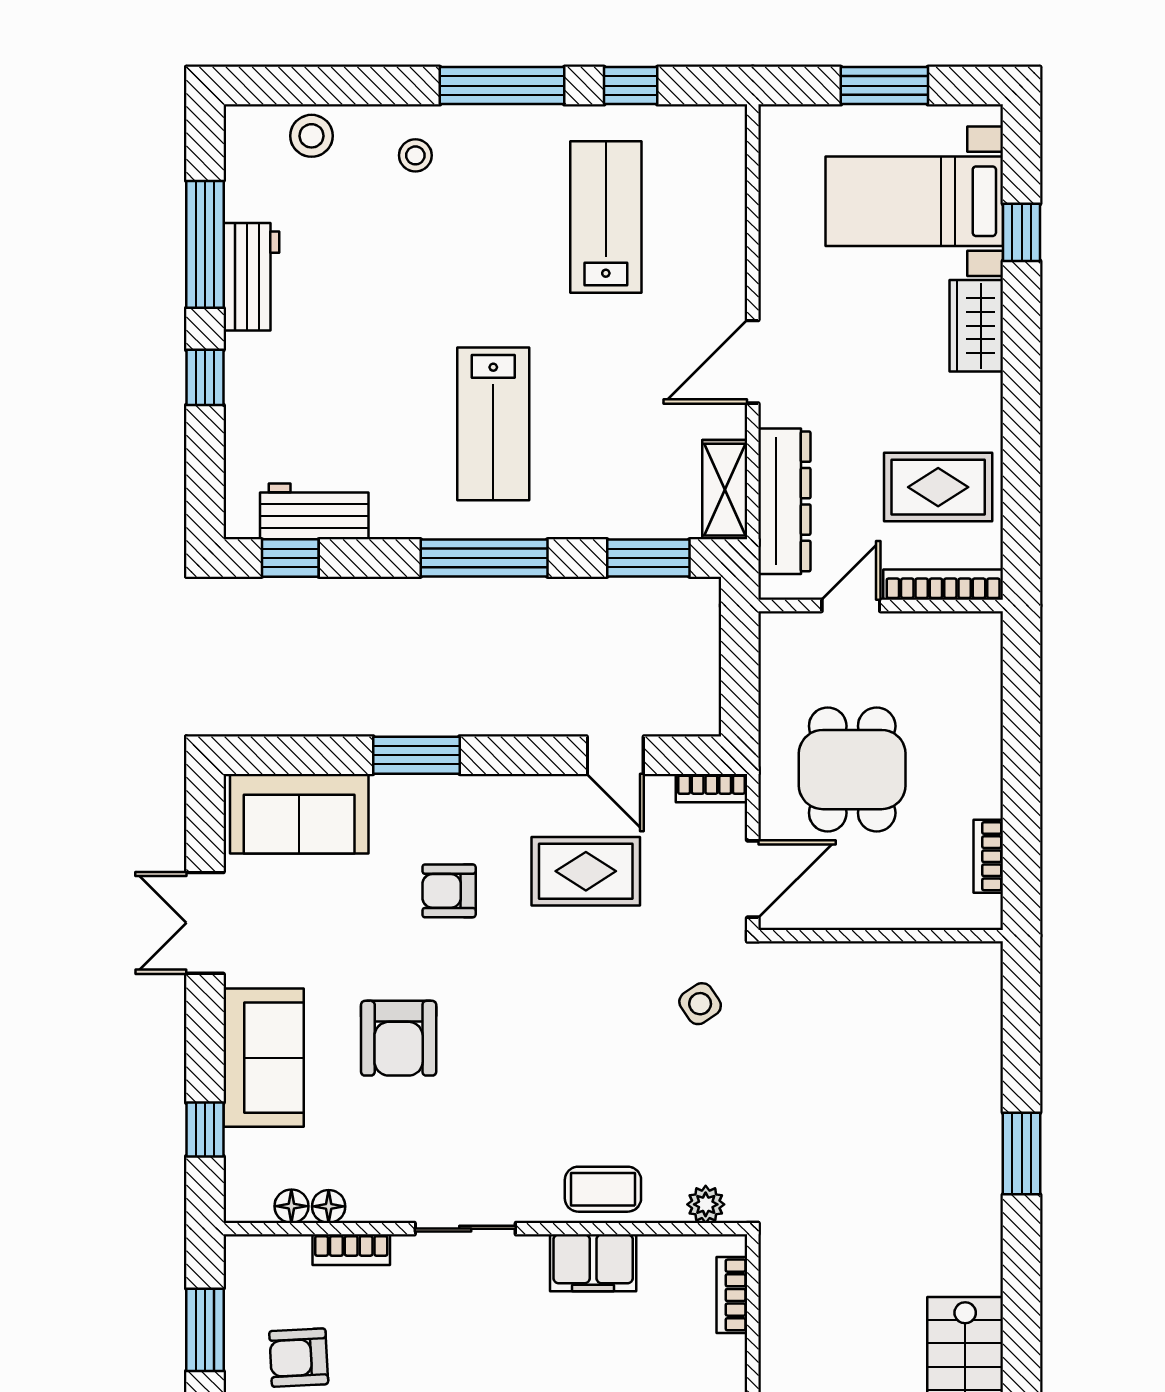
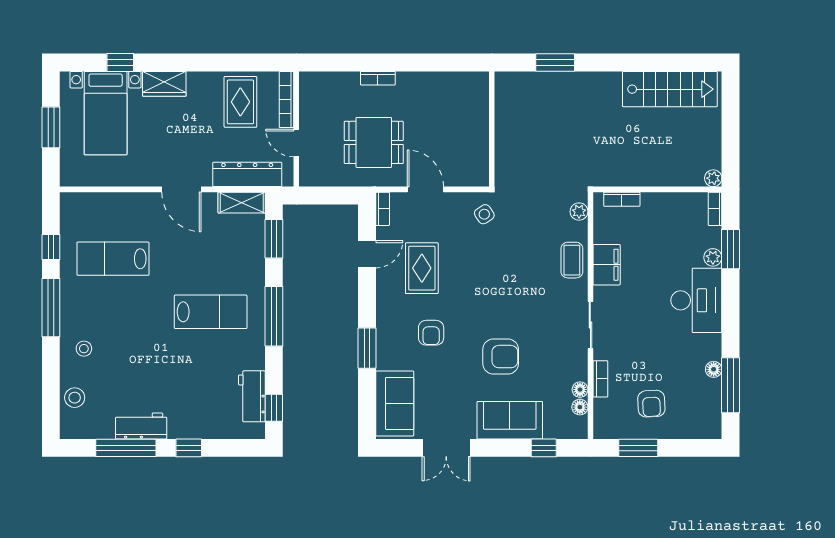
bookcase: (988, 856) -> (378, 78), moved
wall: (881, 936) -> (492, 129), moved

